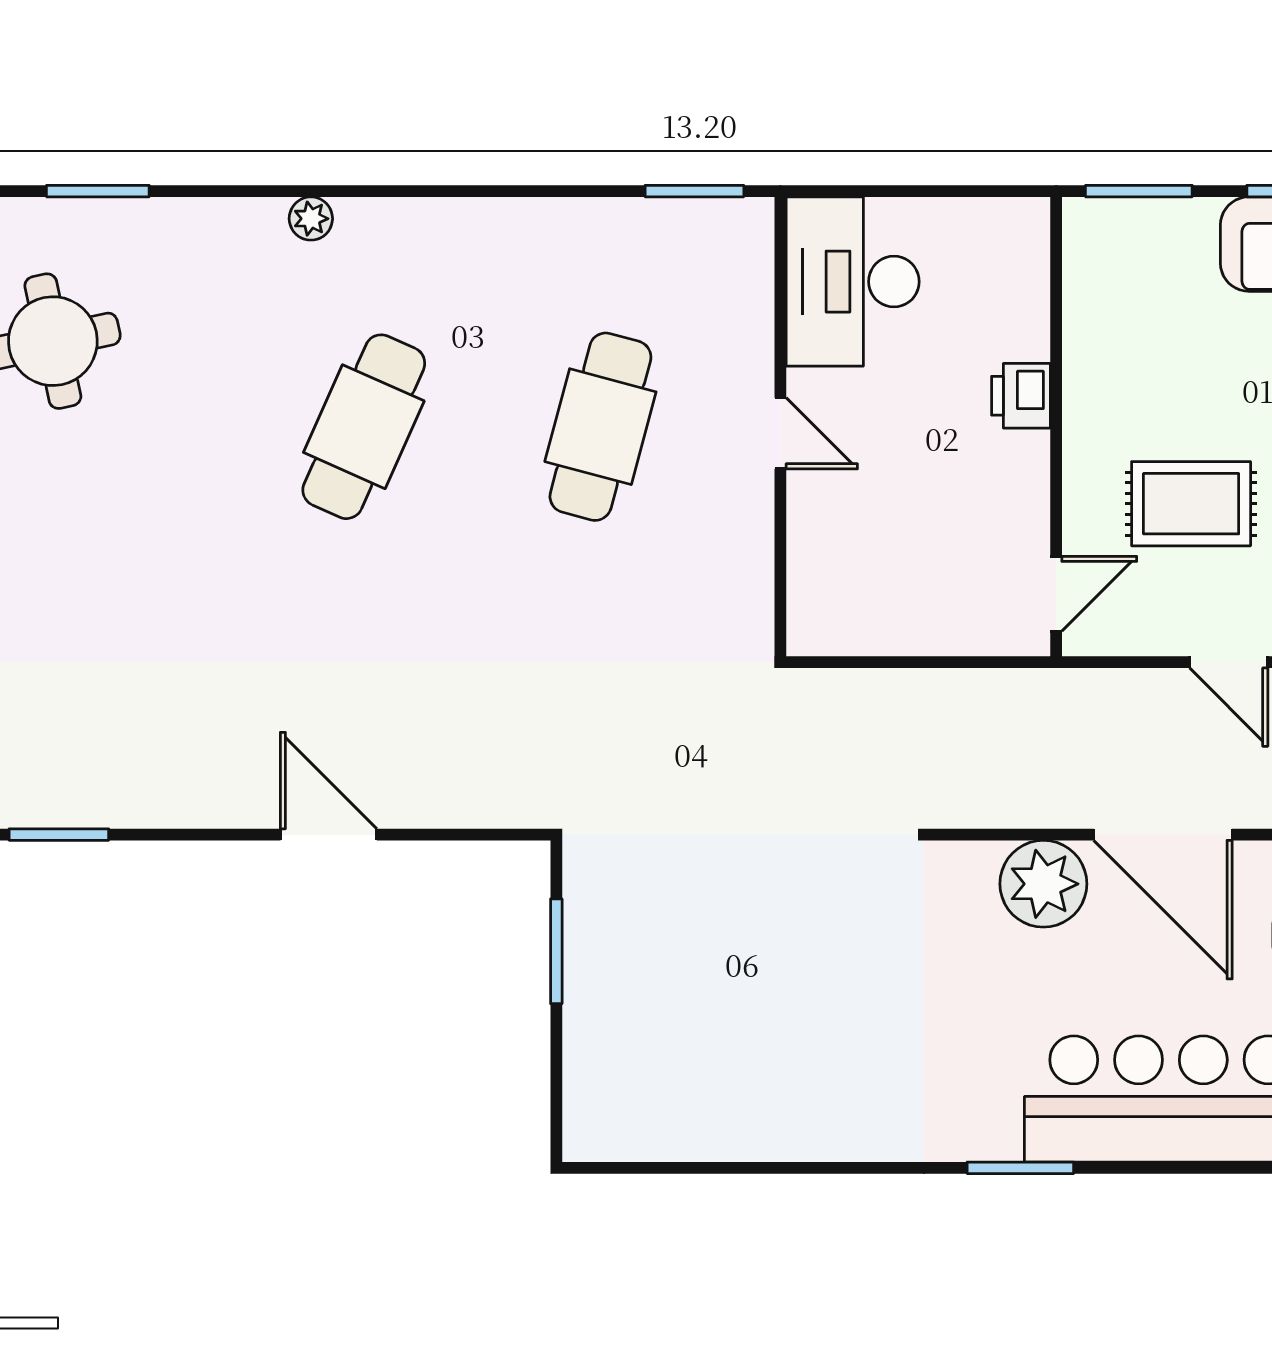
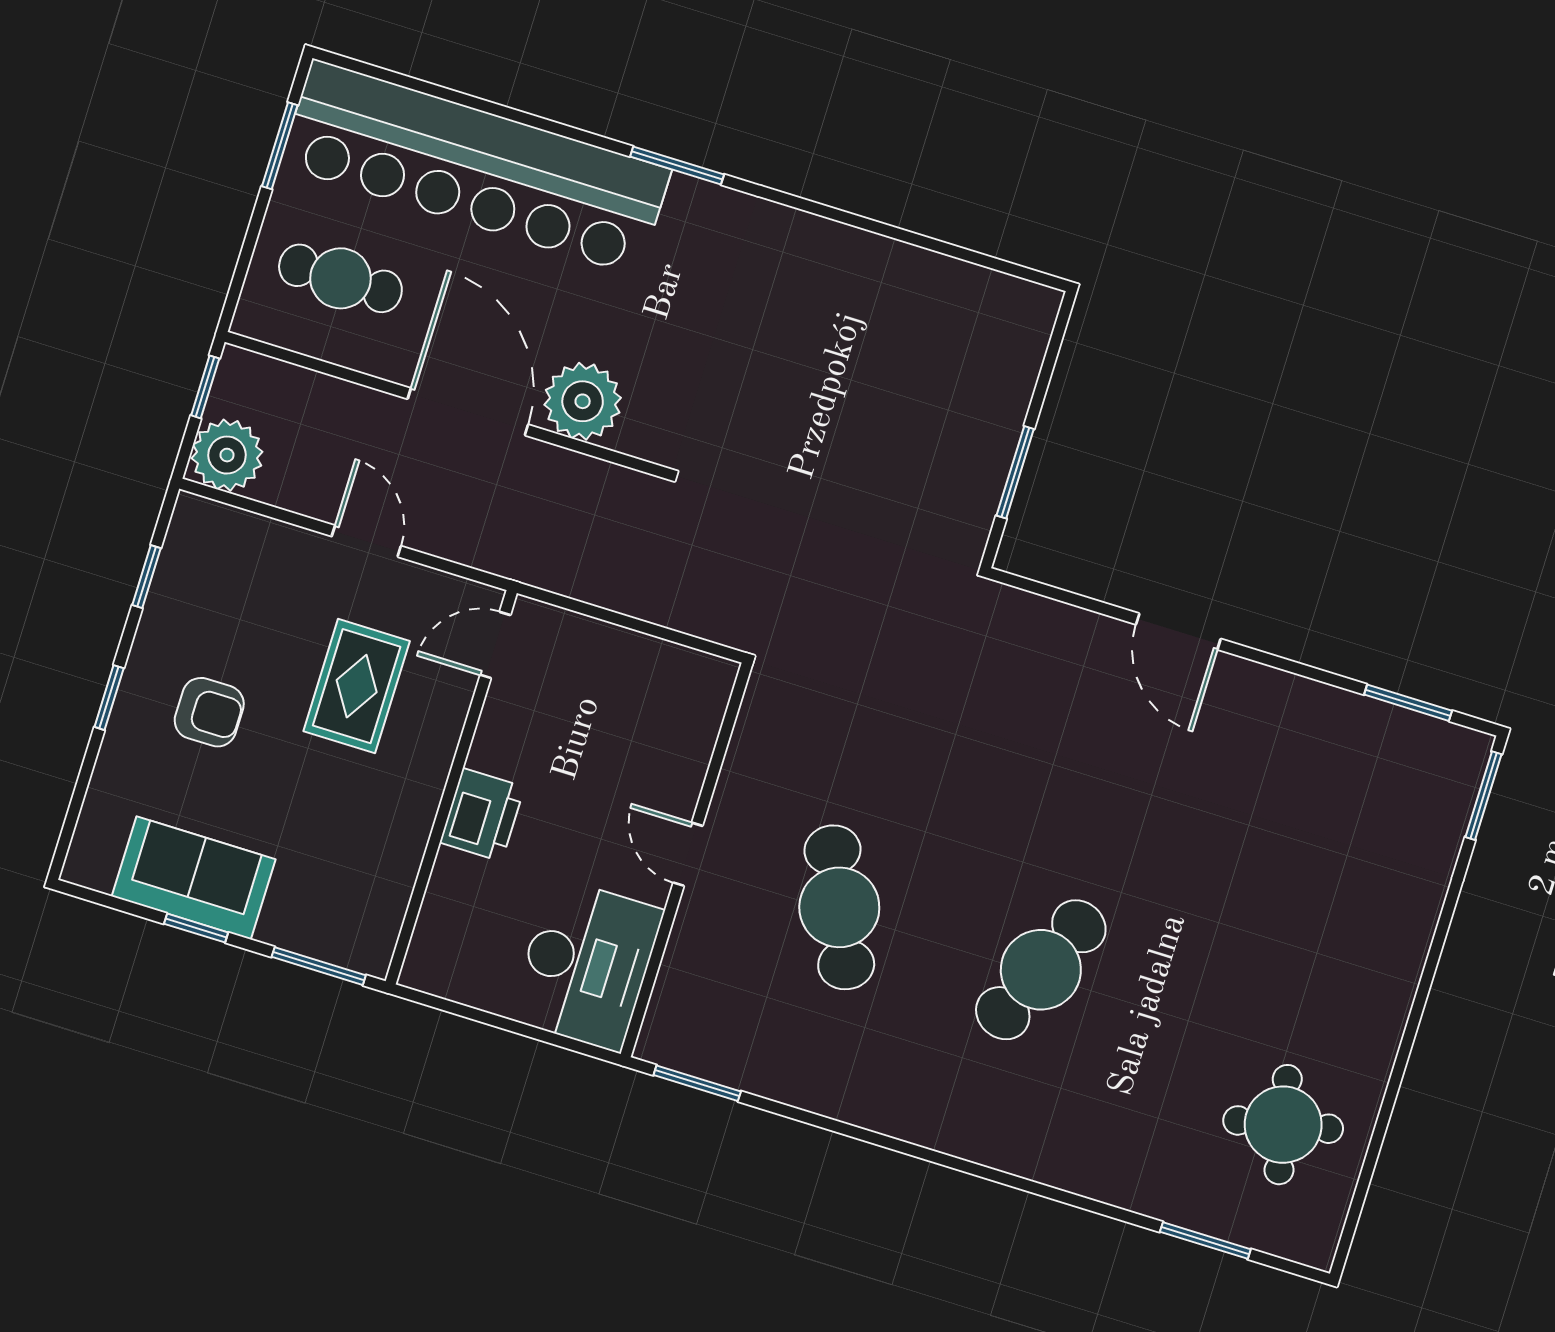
plant: (311, 219) -> (1031, 1161), removed
printer: (1021, 396) -> (482, 815), width x1.36, depth x1.24
cafe table: (600, 427) -> (839, 907), turned -39
rug: (1191, 504) -> (357, 686), turned 90

